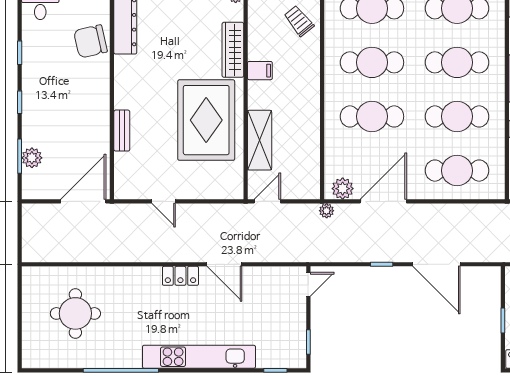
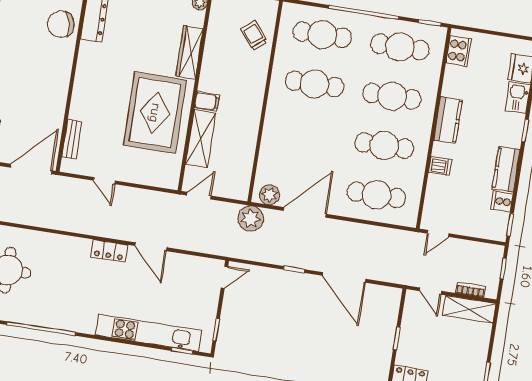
filing cabinet: (260, 71) -> (207, 101), moved
cafe table: (372, 116) -> (307, 133), removed
bench: (122, 131) -> (72, 139), moved
plant: (327, 211) -> (251, 218), width x1.87, depth x1.87
kitchen unit: (199, 357) -> (149, 333), moved

